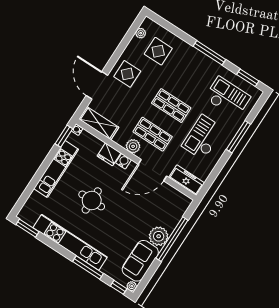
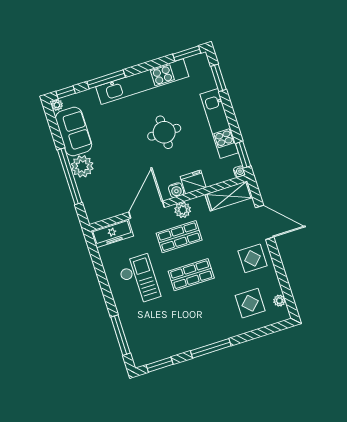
checkout: (228, 97) -> (157, 332), removed
window: (238, 137) -> (120, 335), moved
window: (26, 194) -> (219, 78), added

